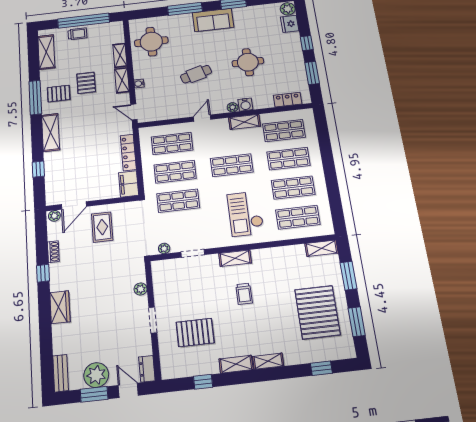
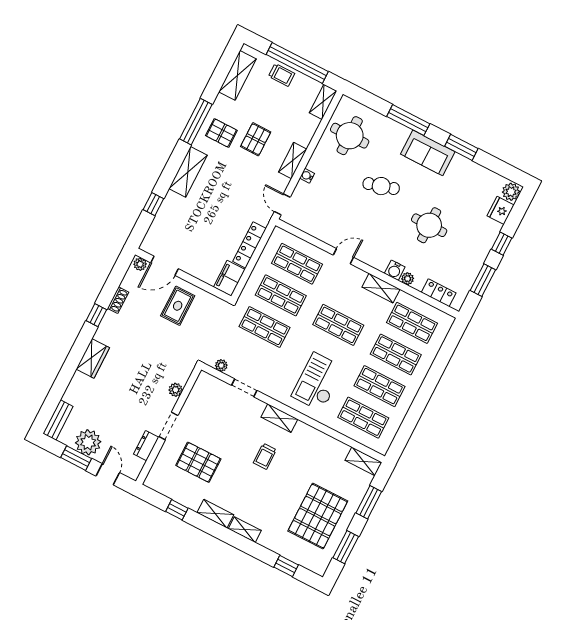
shelving: (120, 55) -> (323, 102), moved
cafe table: (196, 74) -> (381, 186), moved
plant: (233, 107) -> (408, 279), moved
dresser: (147, 369) -> (146, 446), moved

